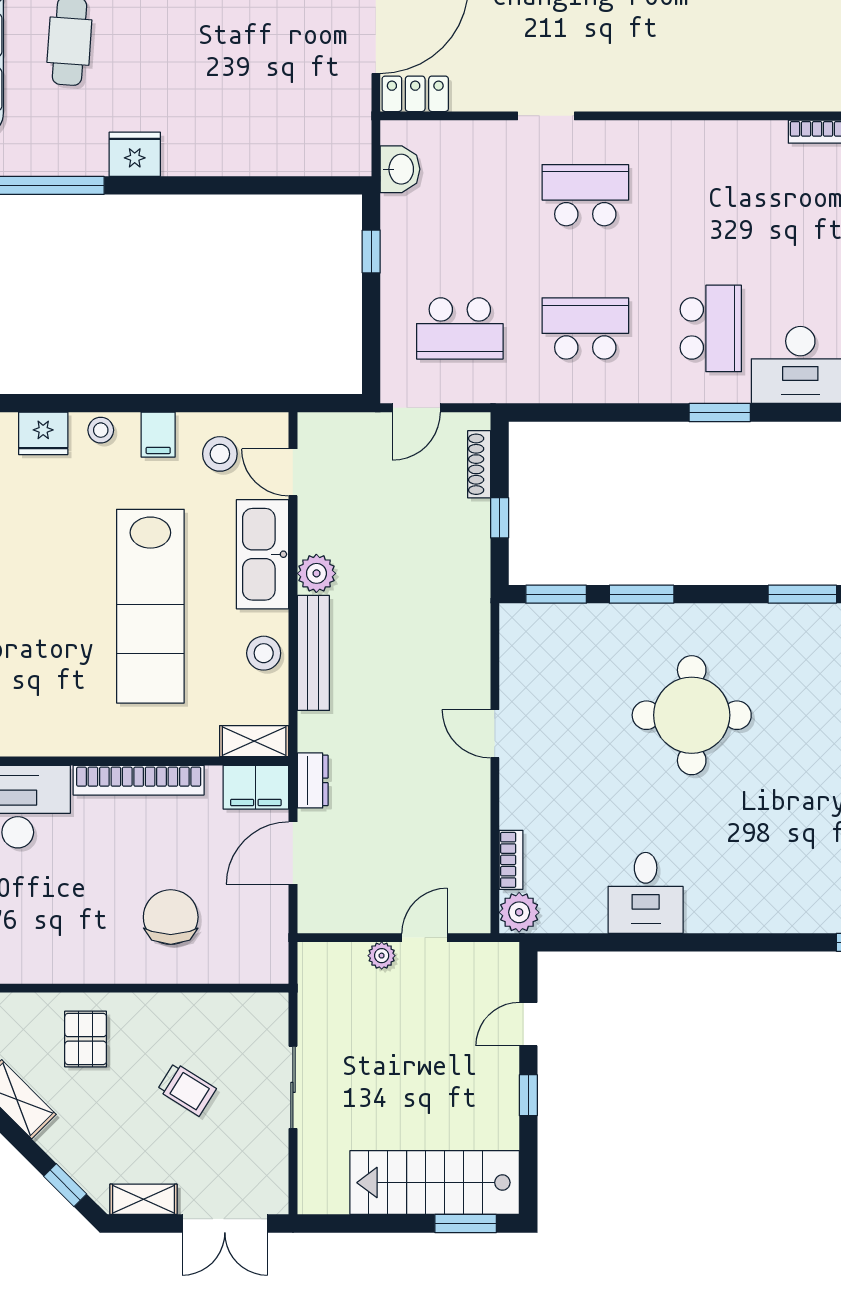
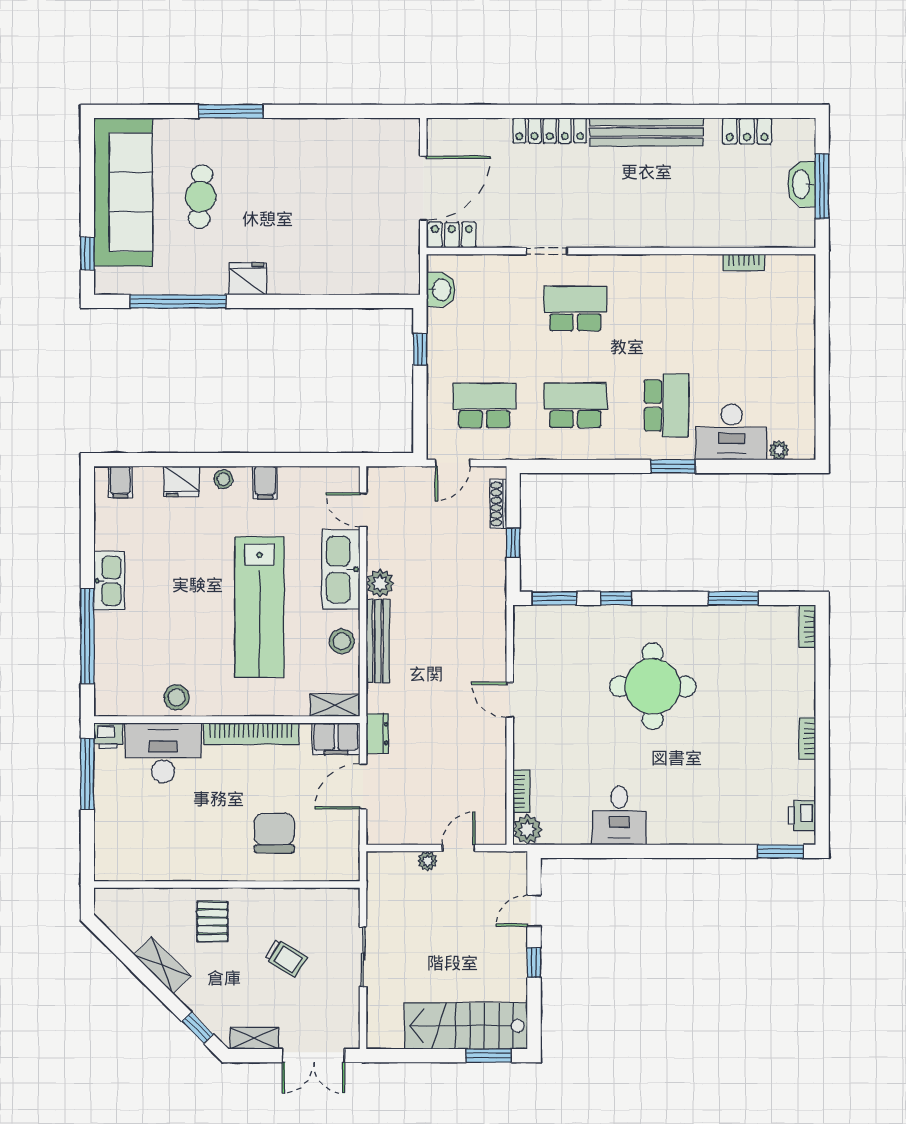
school desk: (460, 328) -> (484, 405), turned 180
stool: (220, 454) -> (177, 697), moved
window: (642, 594) -> (616, 598), width x0.67

